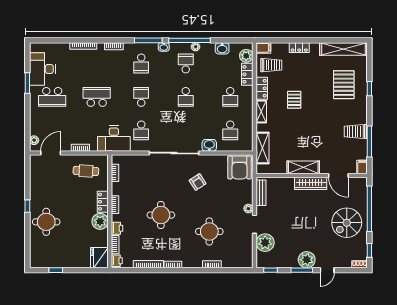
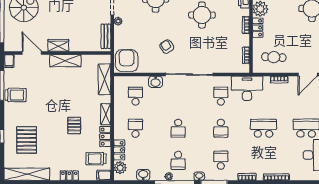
school desk: (97, 97) -> (263, 128), turned 180
school desk: (186, 97) -> (178, 128), turned 180
wardrobe: (311, 183) -> (58, 45), width x0.67

